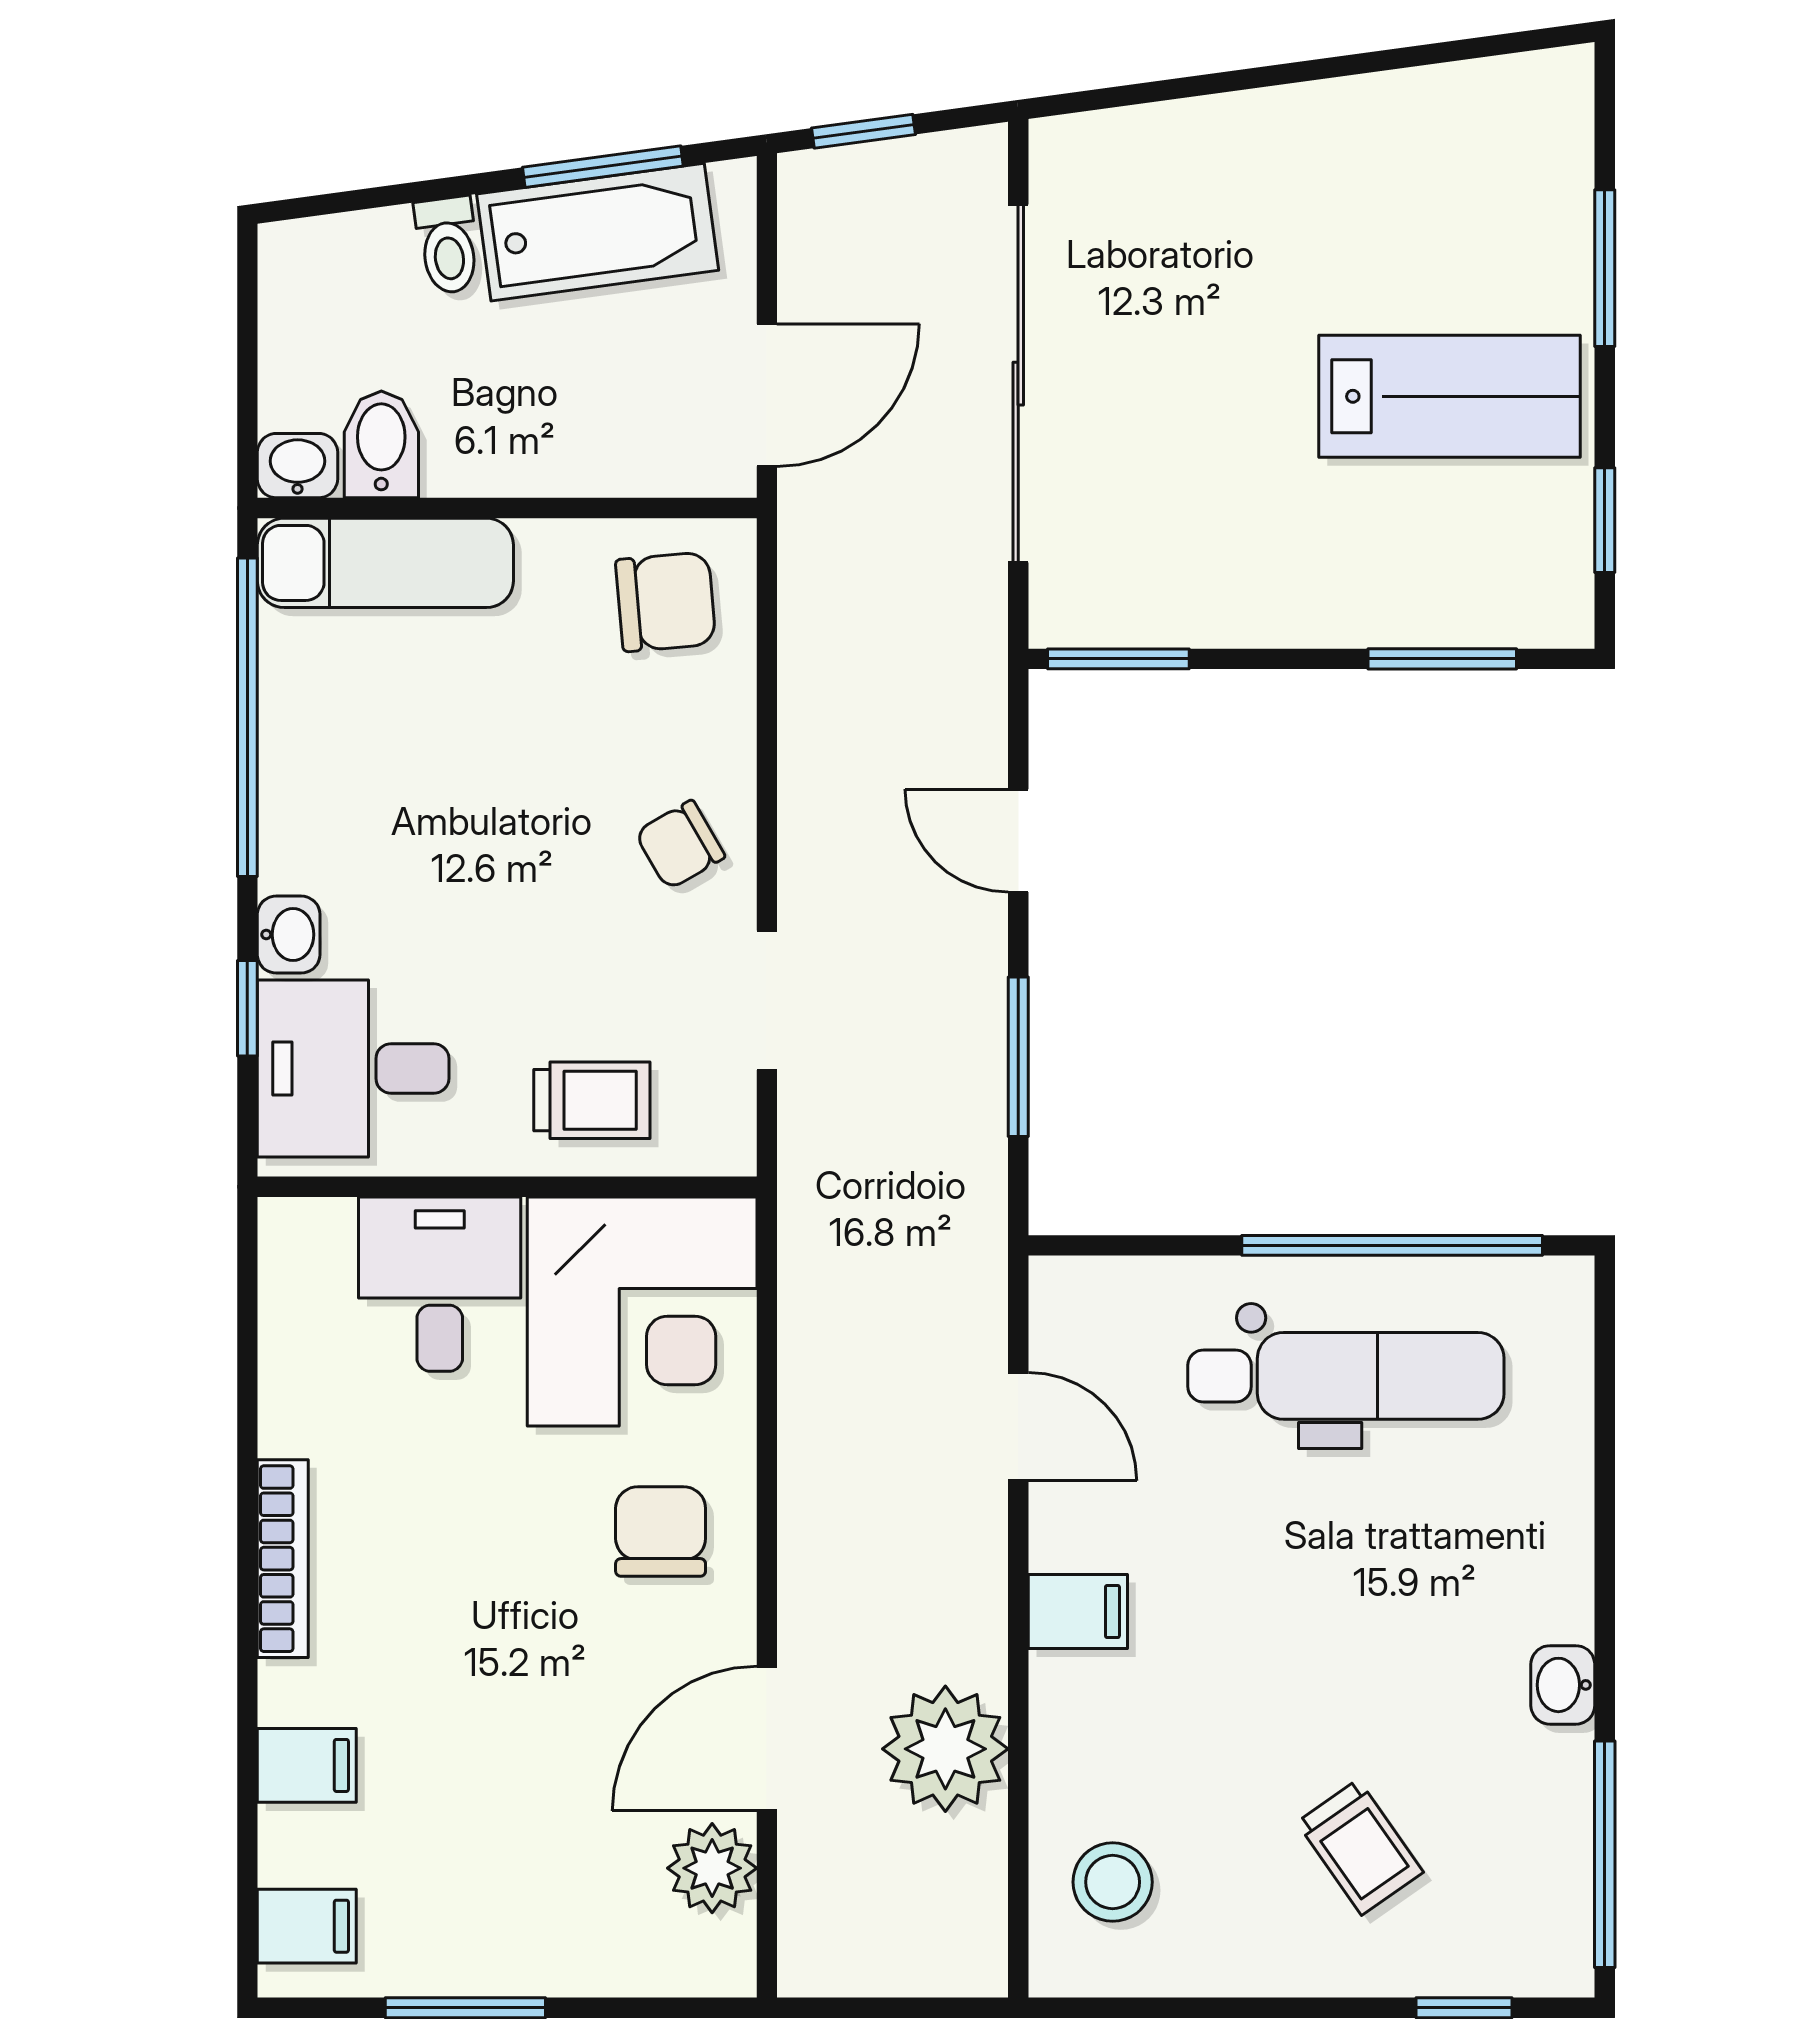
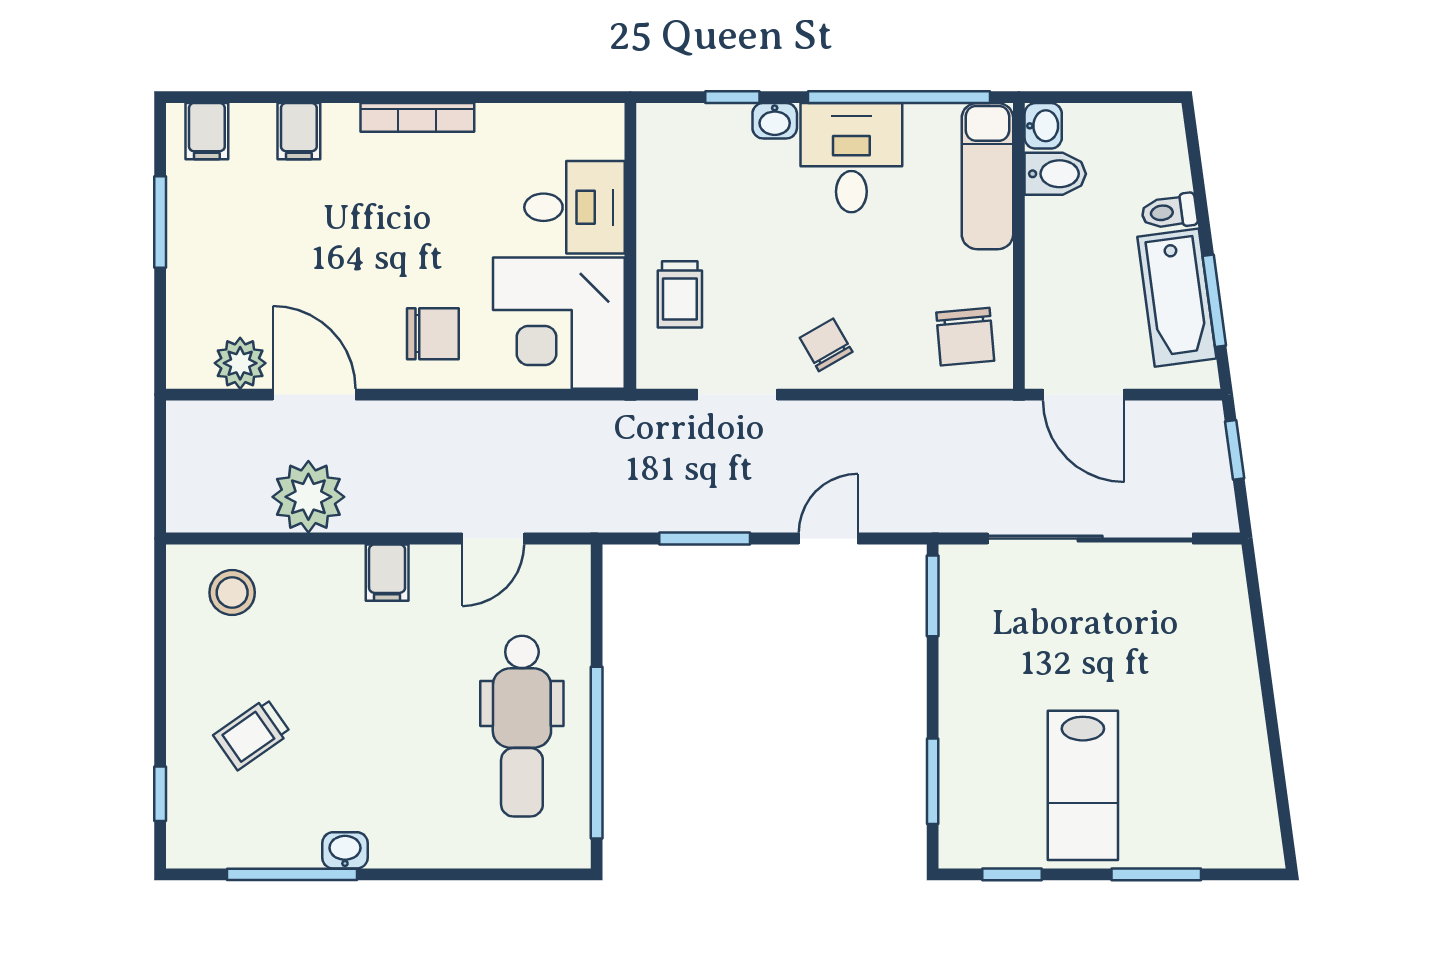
desk: (353, 1068) -> (851, 158), moved
window: (1605, 1854) -> (292, 874), moved

